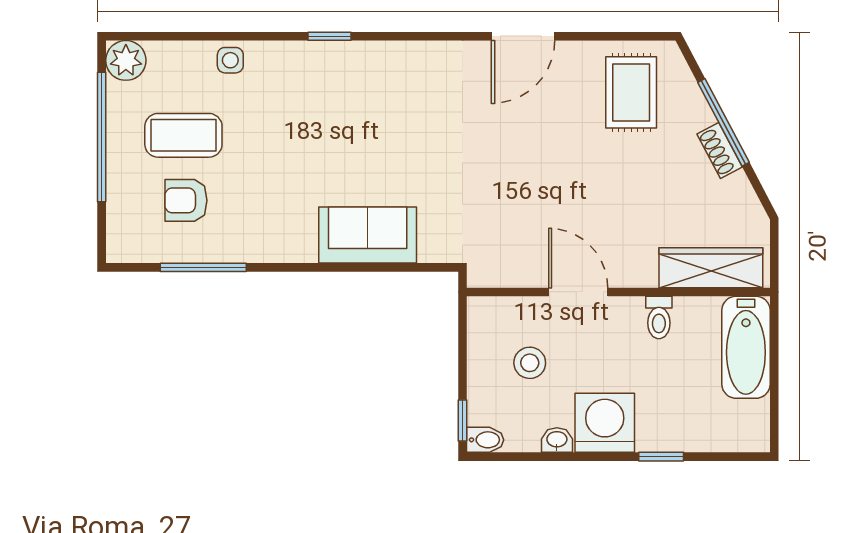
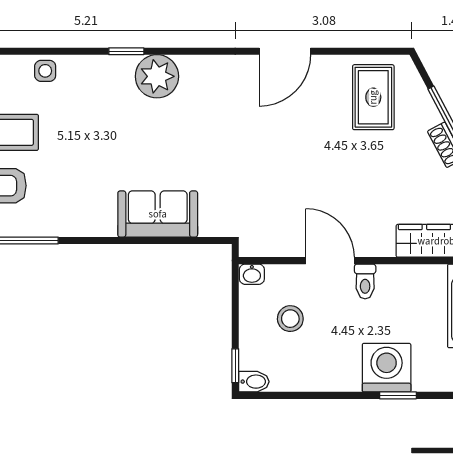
plant: (367, 67) -> (157, 76), added
toilet: (659, 317) -> (365, 281), moved
washing machine: (605, 423) -> (387, 368), moved
washbasin: (557, 440) -> (252, 274), moved, turned 180

